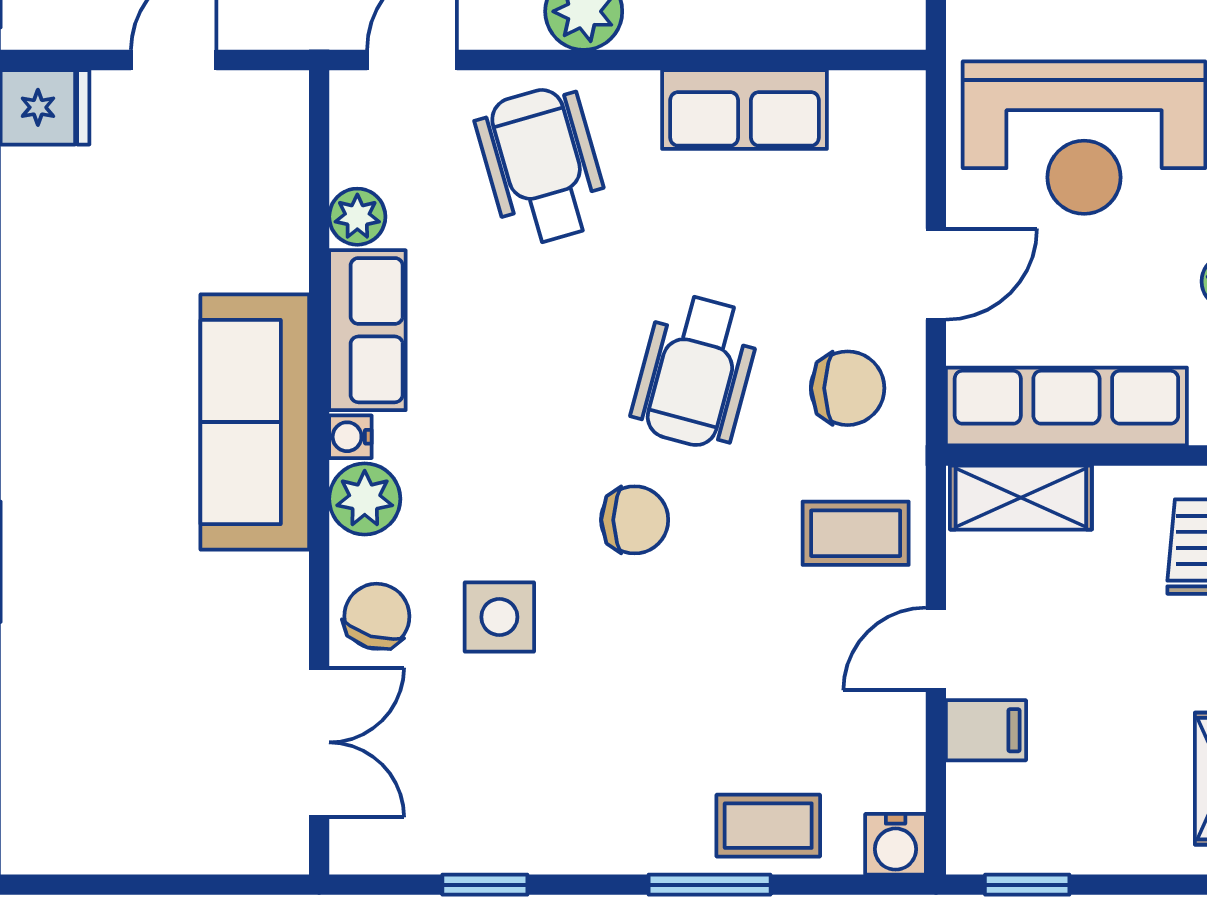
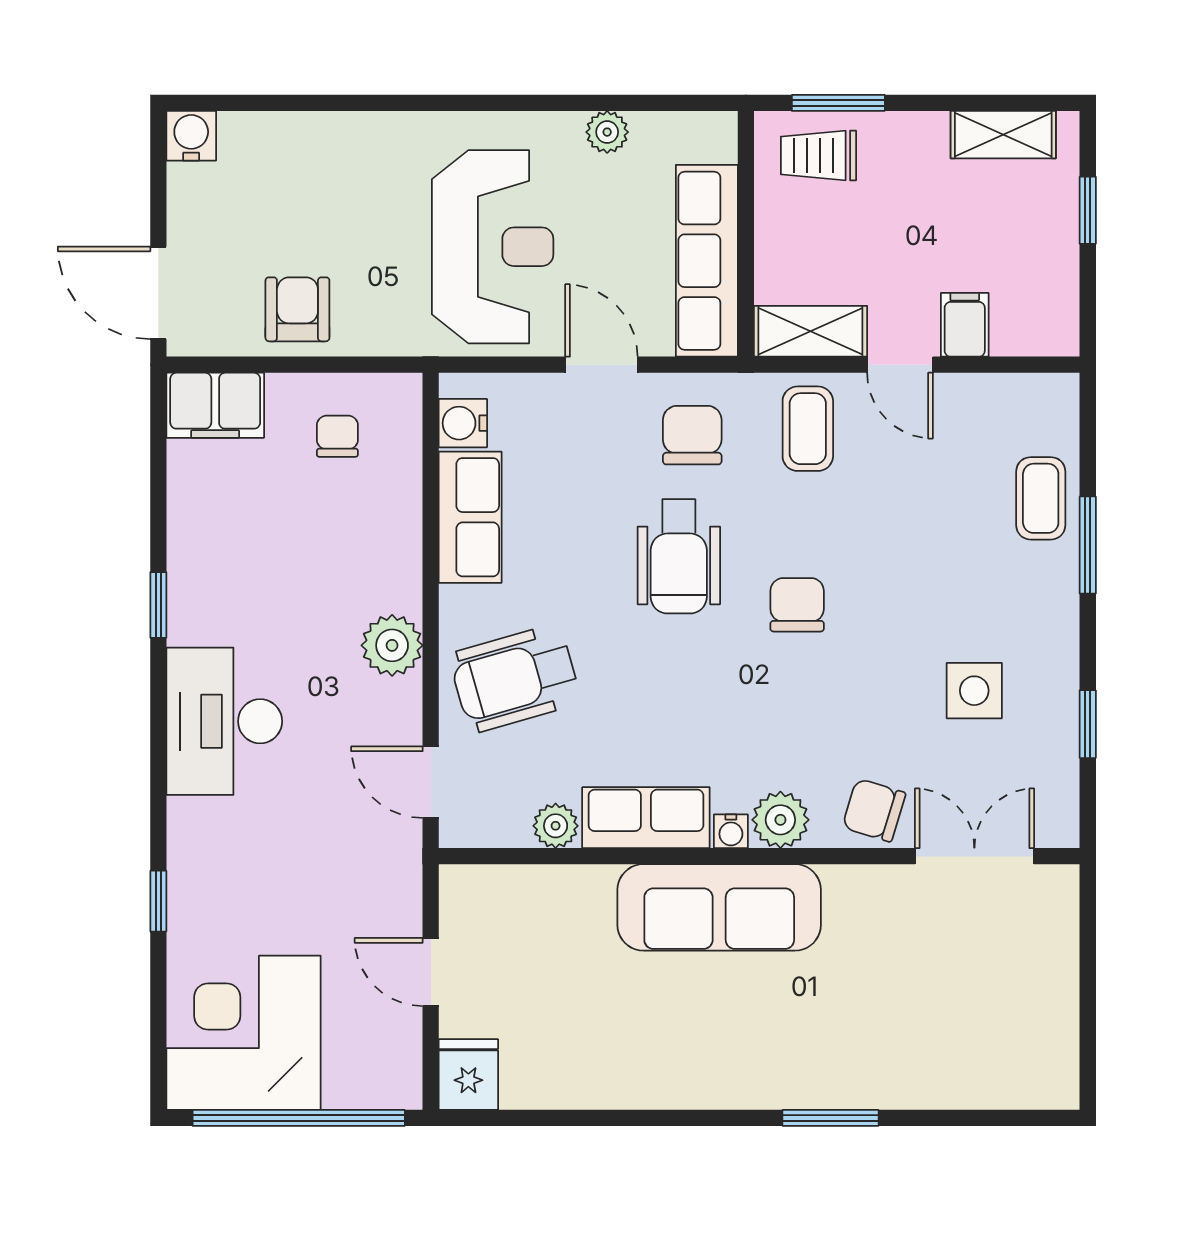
wheelchair: (695, 371) -> (679, 556), turned 75
shelving: (1021, 498) -> (810, 331), moved, turned 90
side table: (499, 617) -> (974, 691), moved
water cooler: (896, 844) -> (463, 423), moved, turned 180
window: (1027, 885) -> (1088, 210), moved

